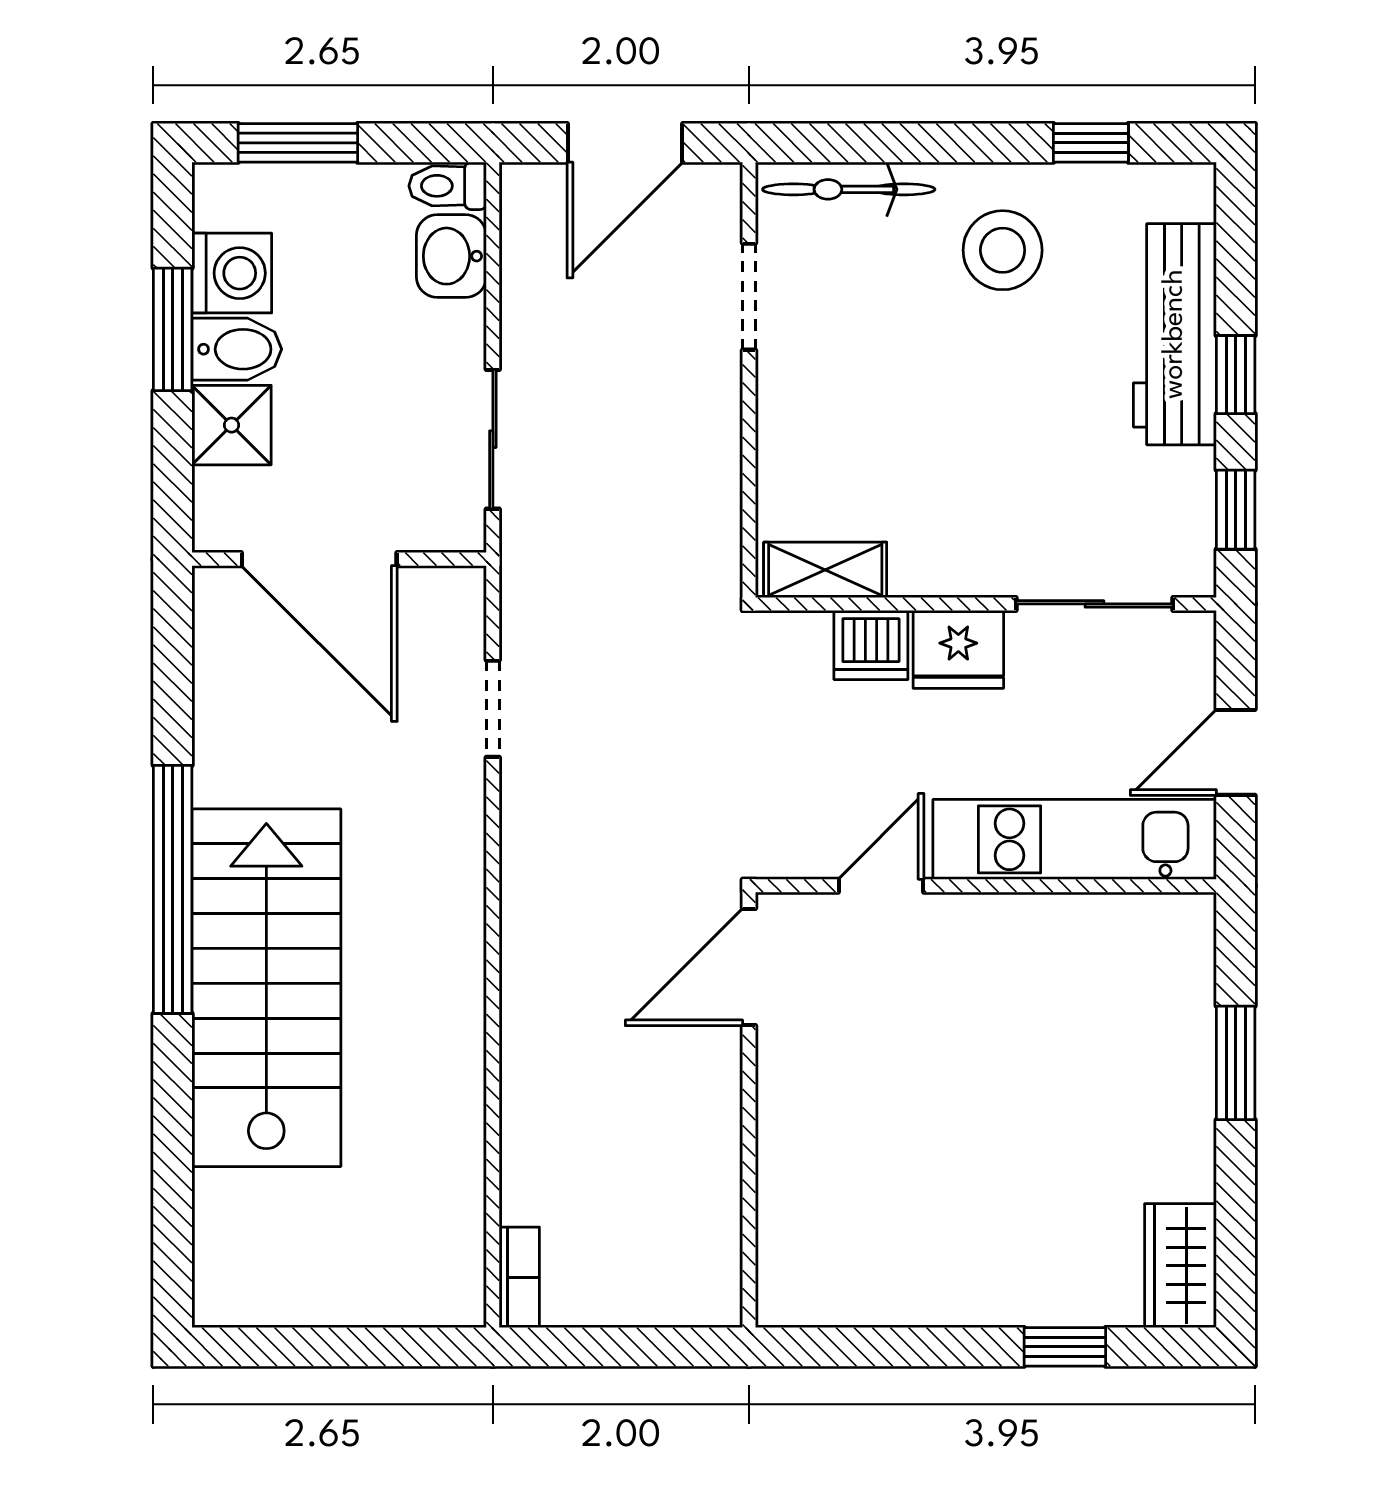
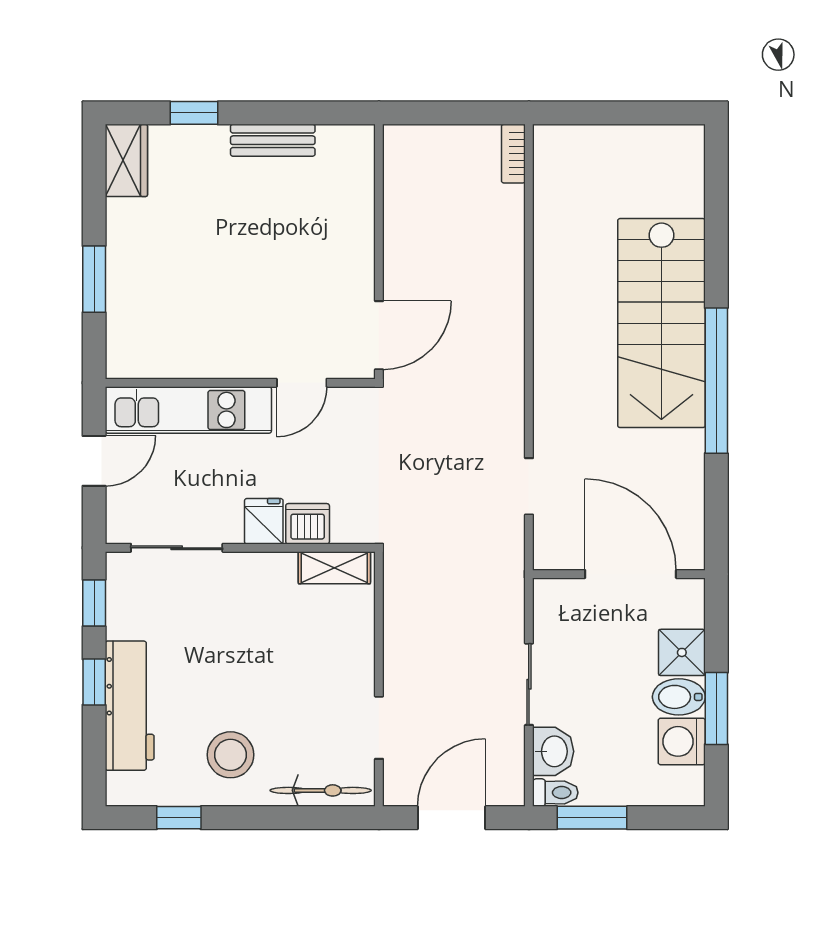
window: (298, 143) -> (592, 818), moved
sliding door: (493, 439) -> (529, 684), moved
fridge: (958, 649) -> (264, 521), width x0.72
bench: (930, 1300) -> (273, 140), added

